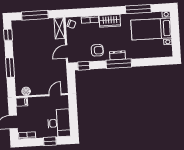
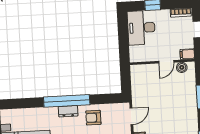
window: (119, 64) -> (67, 101), width x1.46
window: (84, 66) -> (110, 99), removed
door: (55, 95) -> (166, 62), moved

